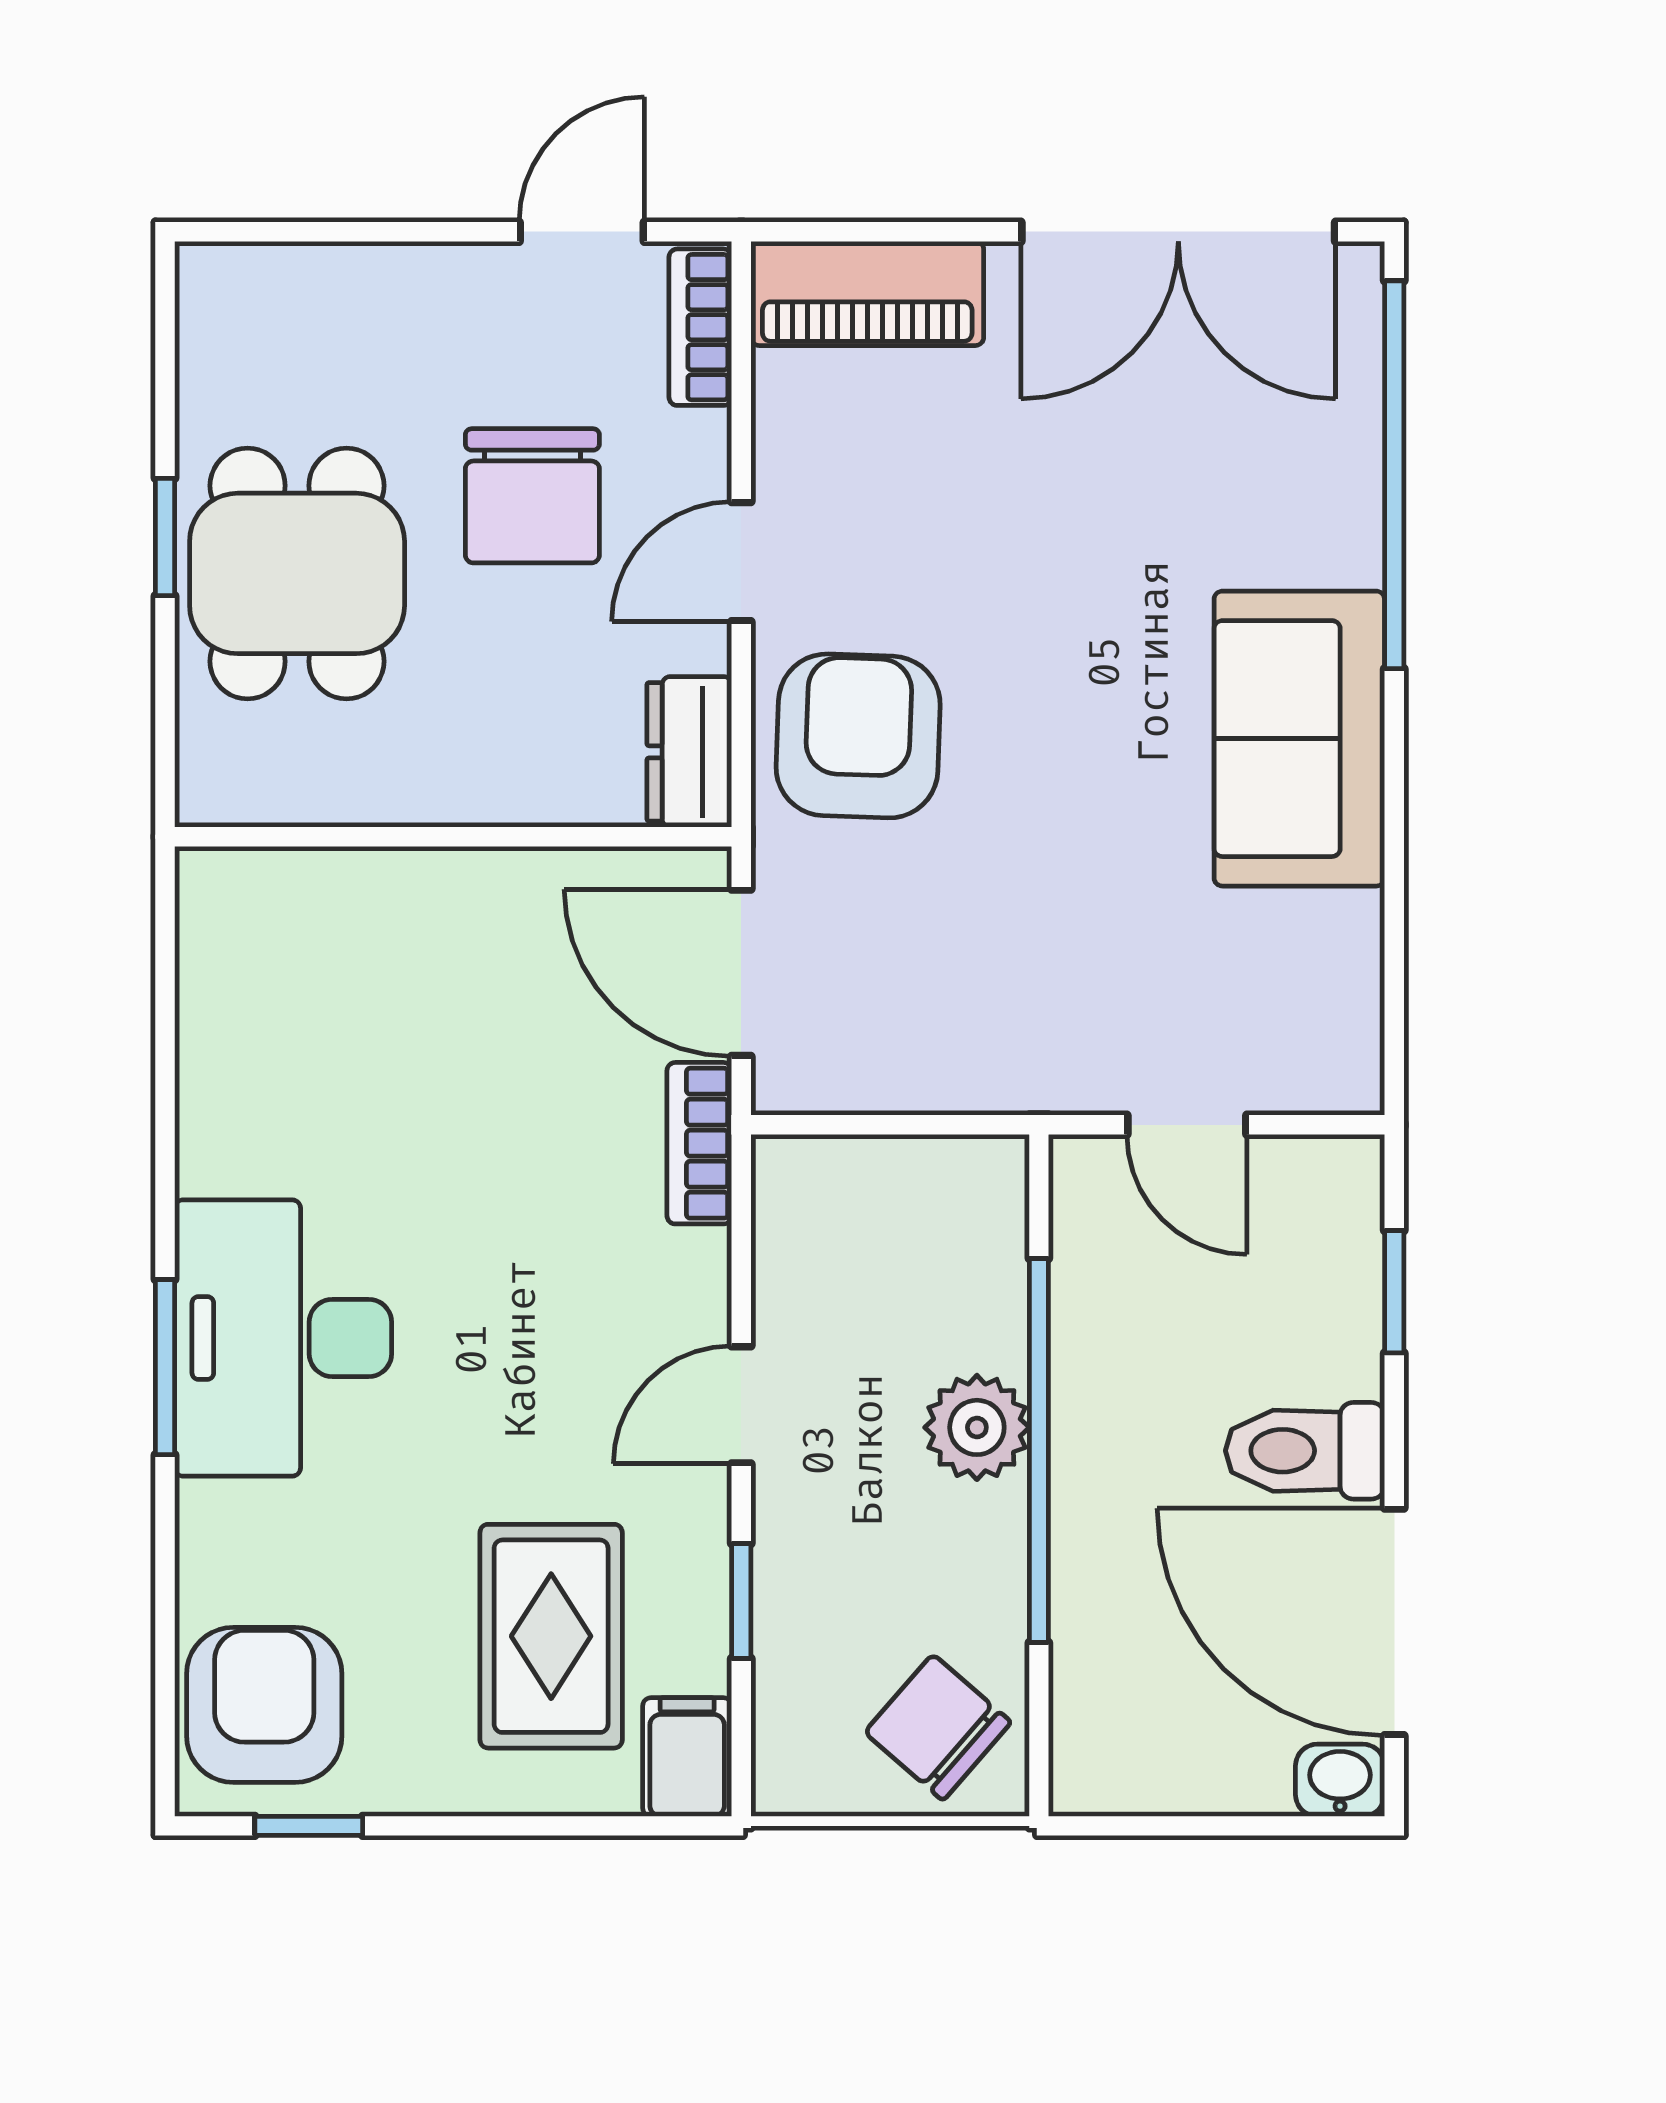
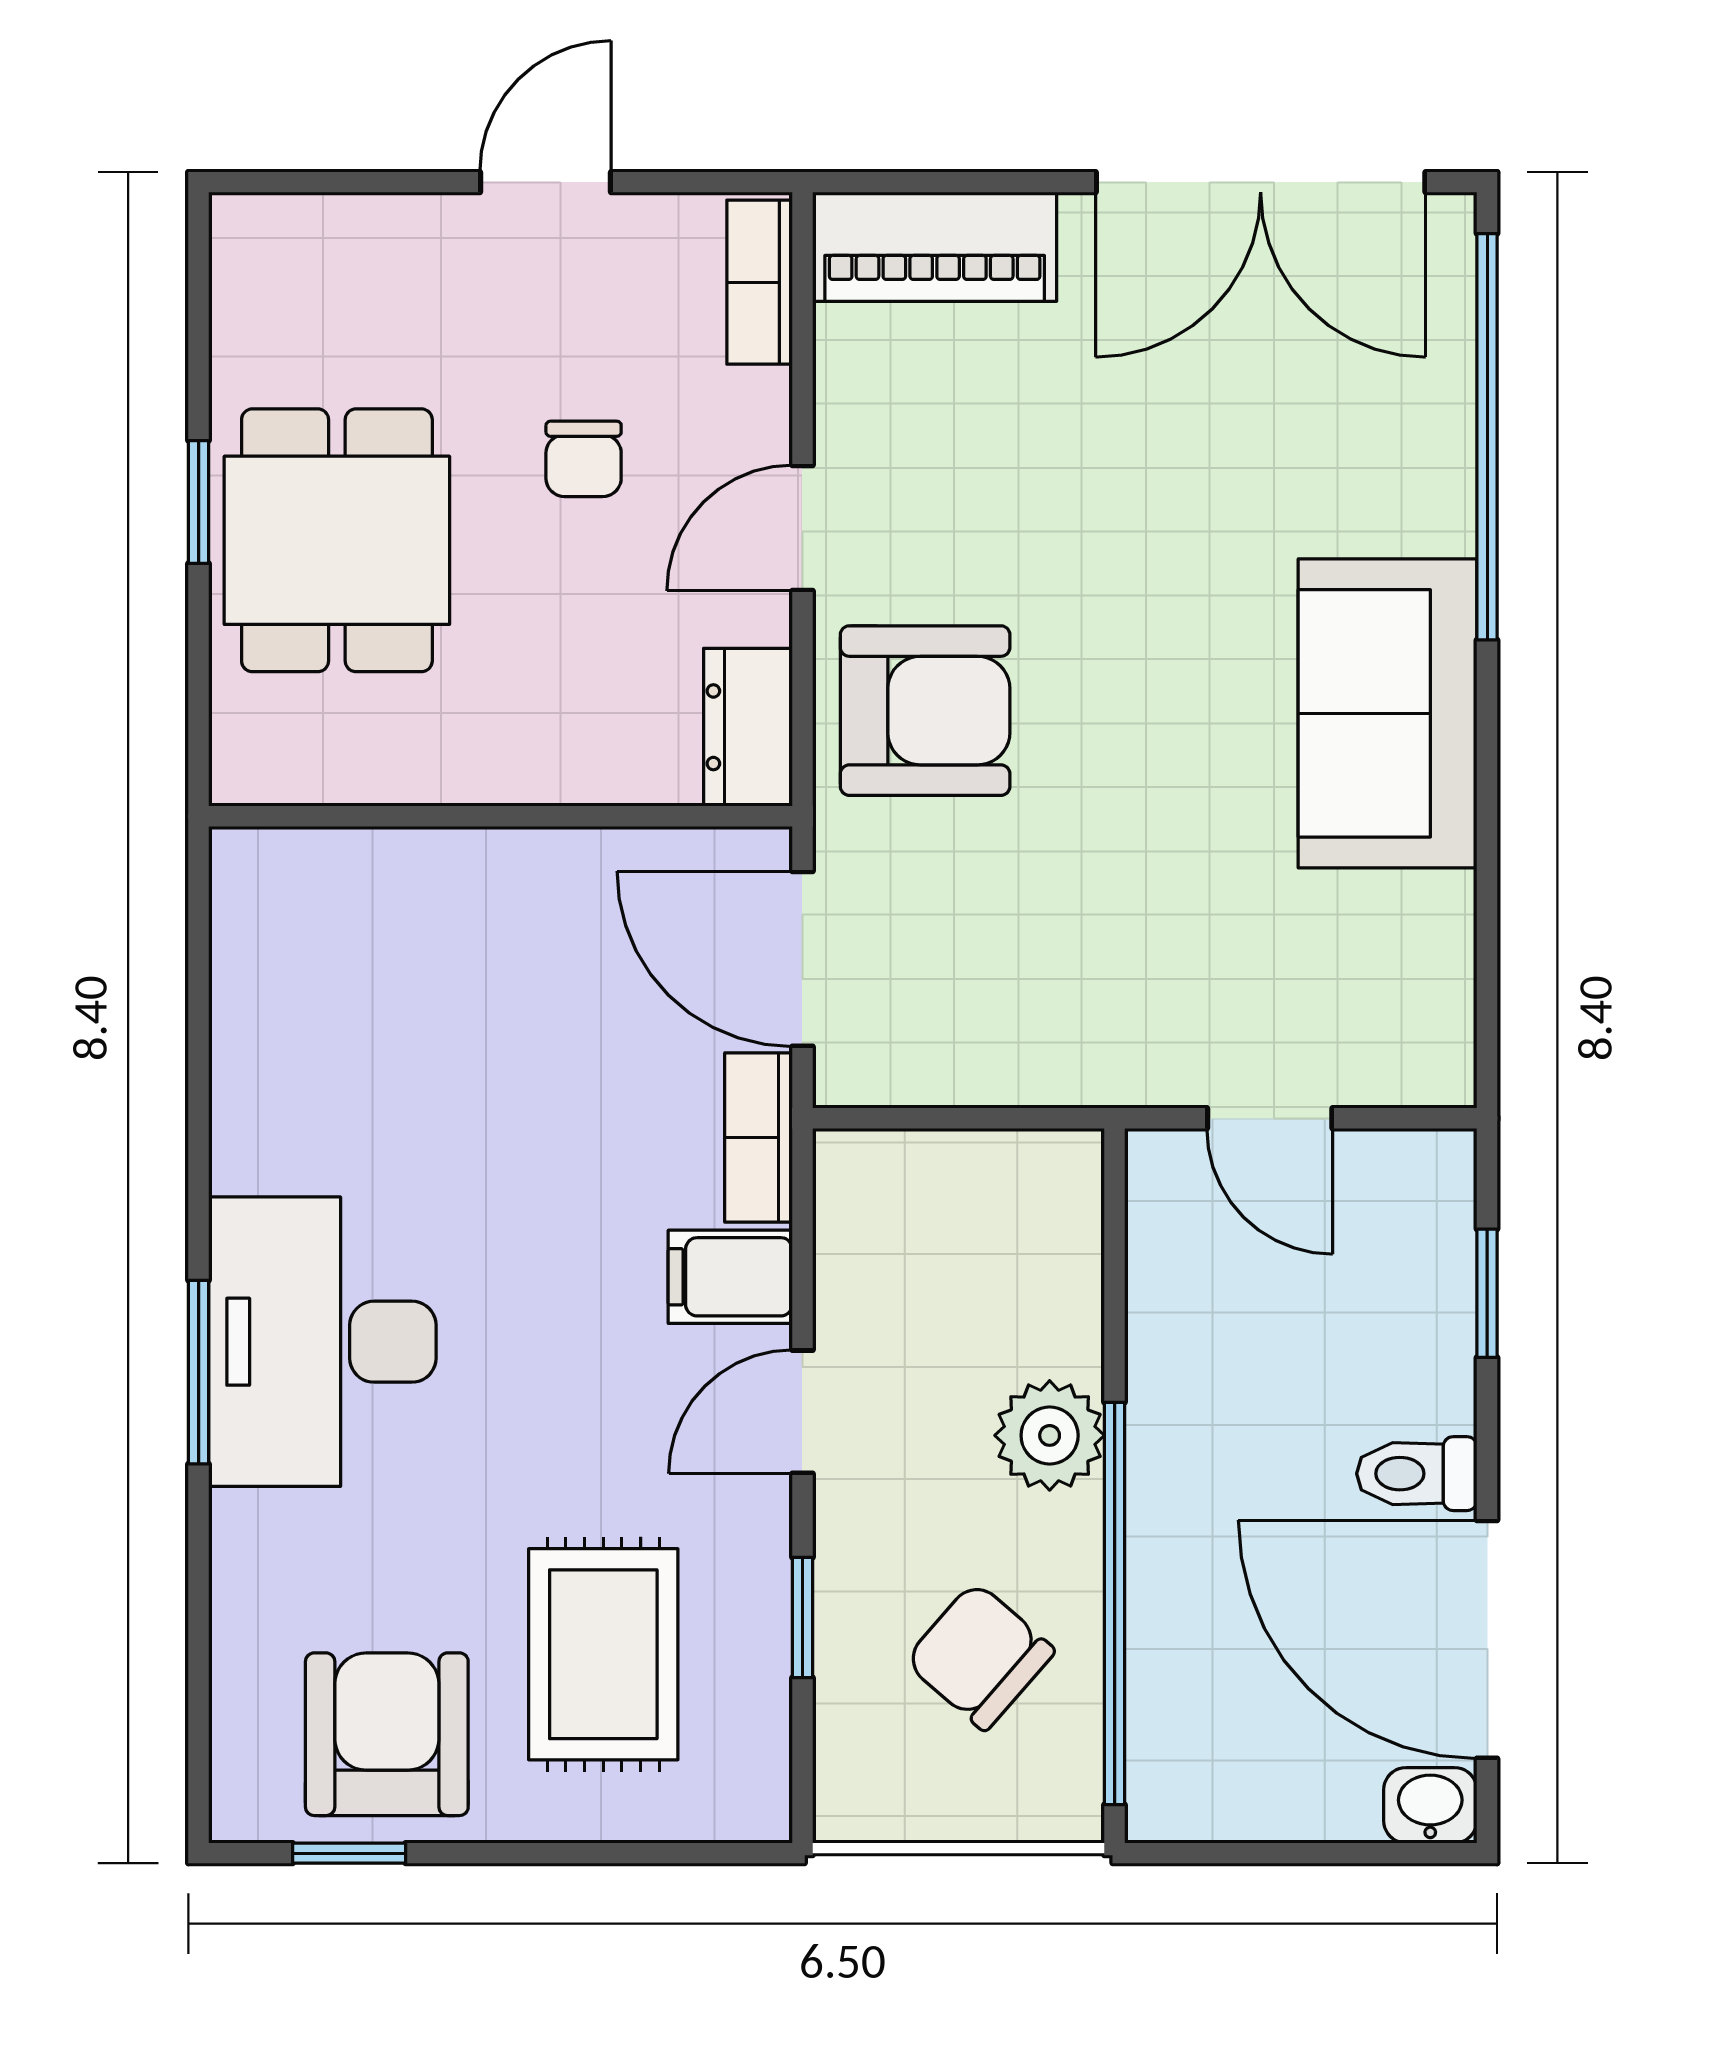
door: (582, 232) -> (545, 182), moved
chair: (532, 496) -> (584, 459), width x0.54, depth x0.54
armchair: (858, 736) -> (925, 711), turned 88
window: (1039, 1450) -> (1115, 1603), moved
toilet: (1305, 1451) -> (1417, 1474), width x0.73, depth x0.72
armchair: (264, 1705) -> (387, 1734), moved
chair: (938, 1727) -> (980, 1656), moved
filing cabinet: (687, 1757) -> (730, 1277), moved, turned -90

